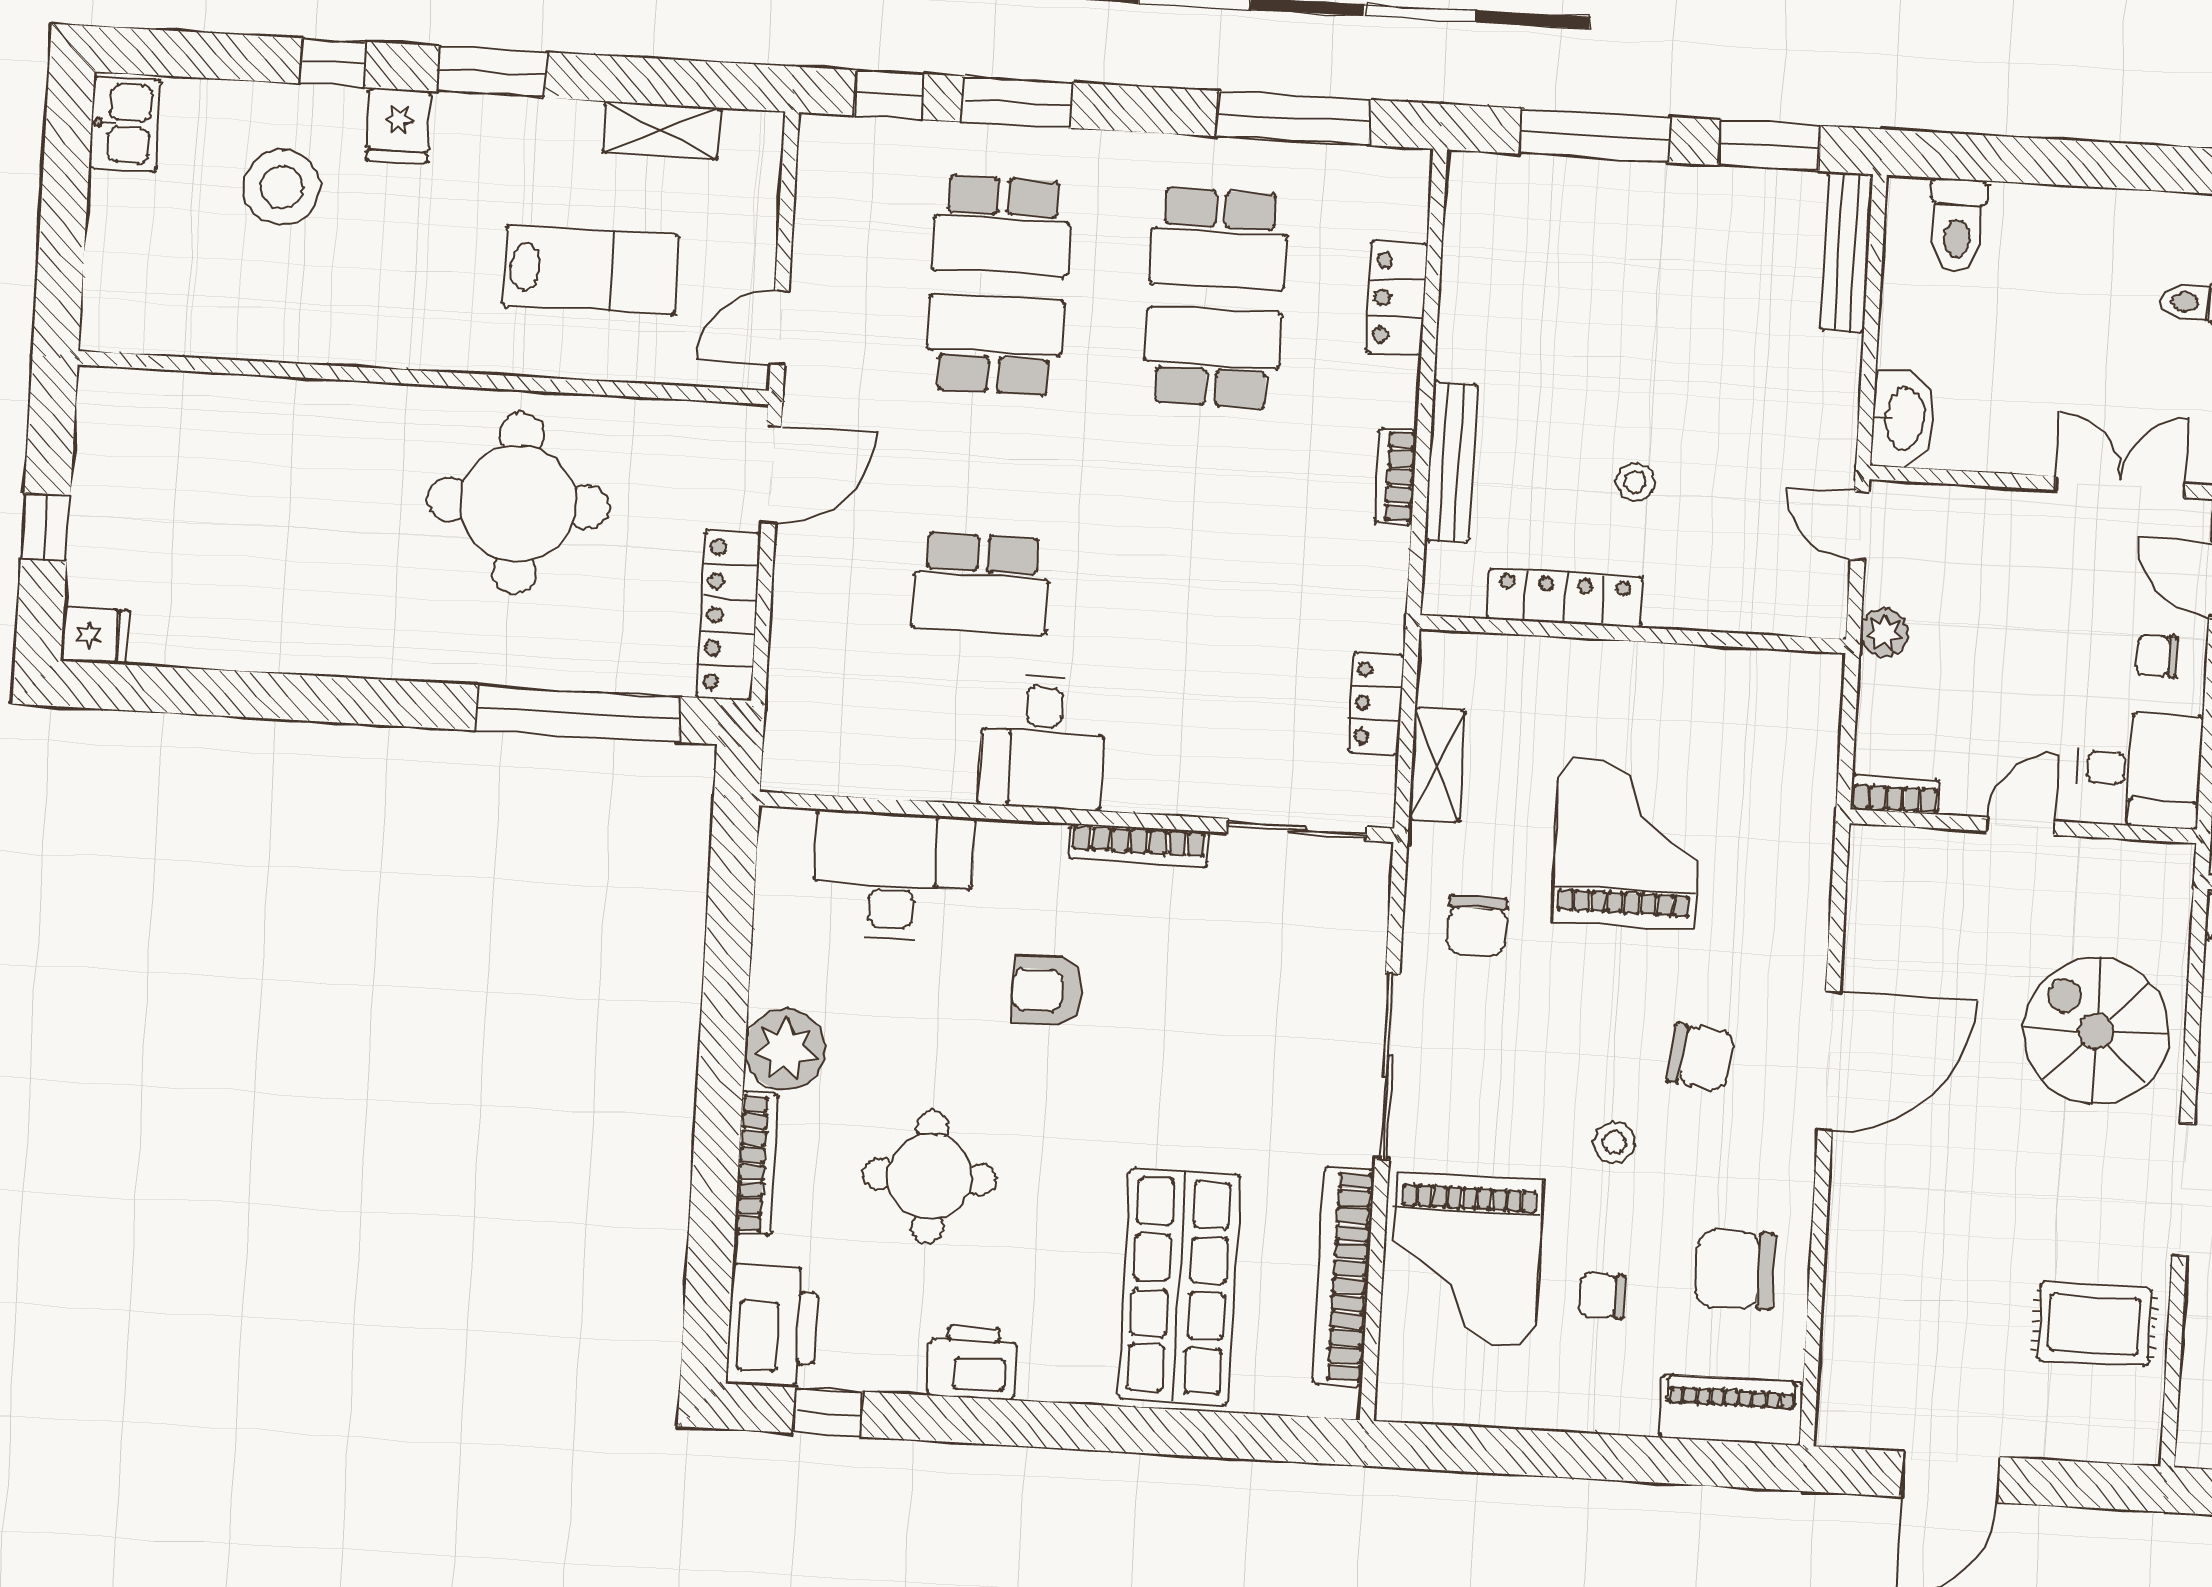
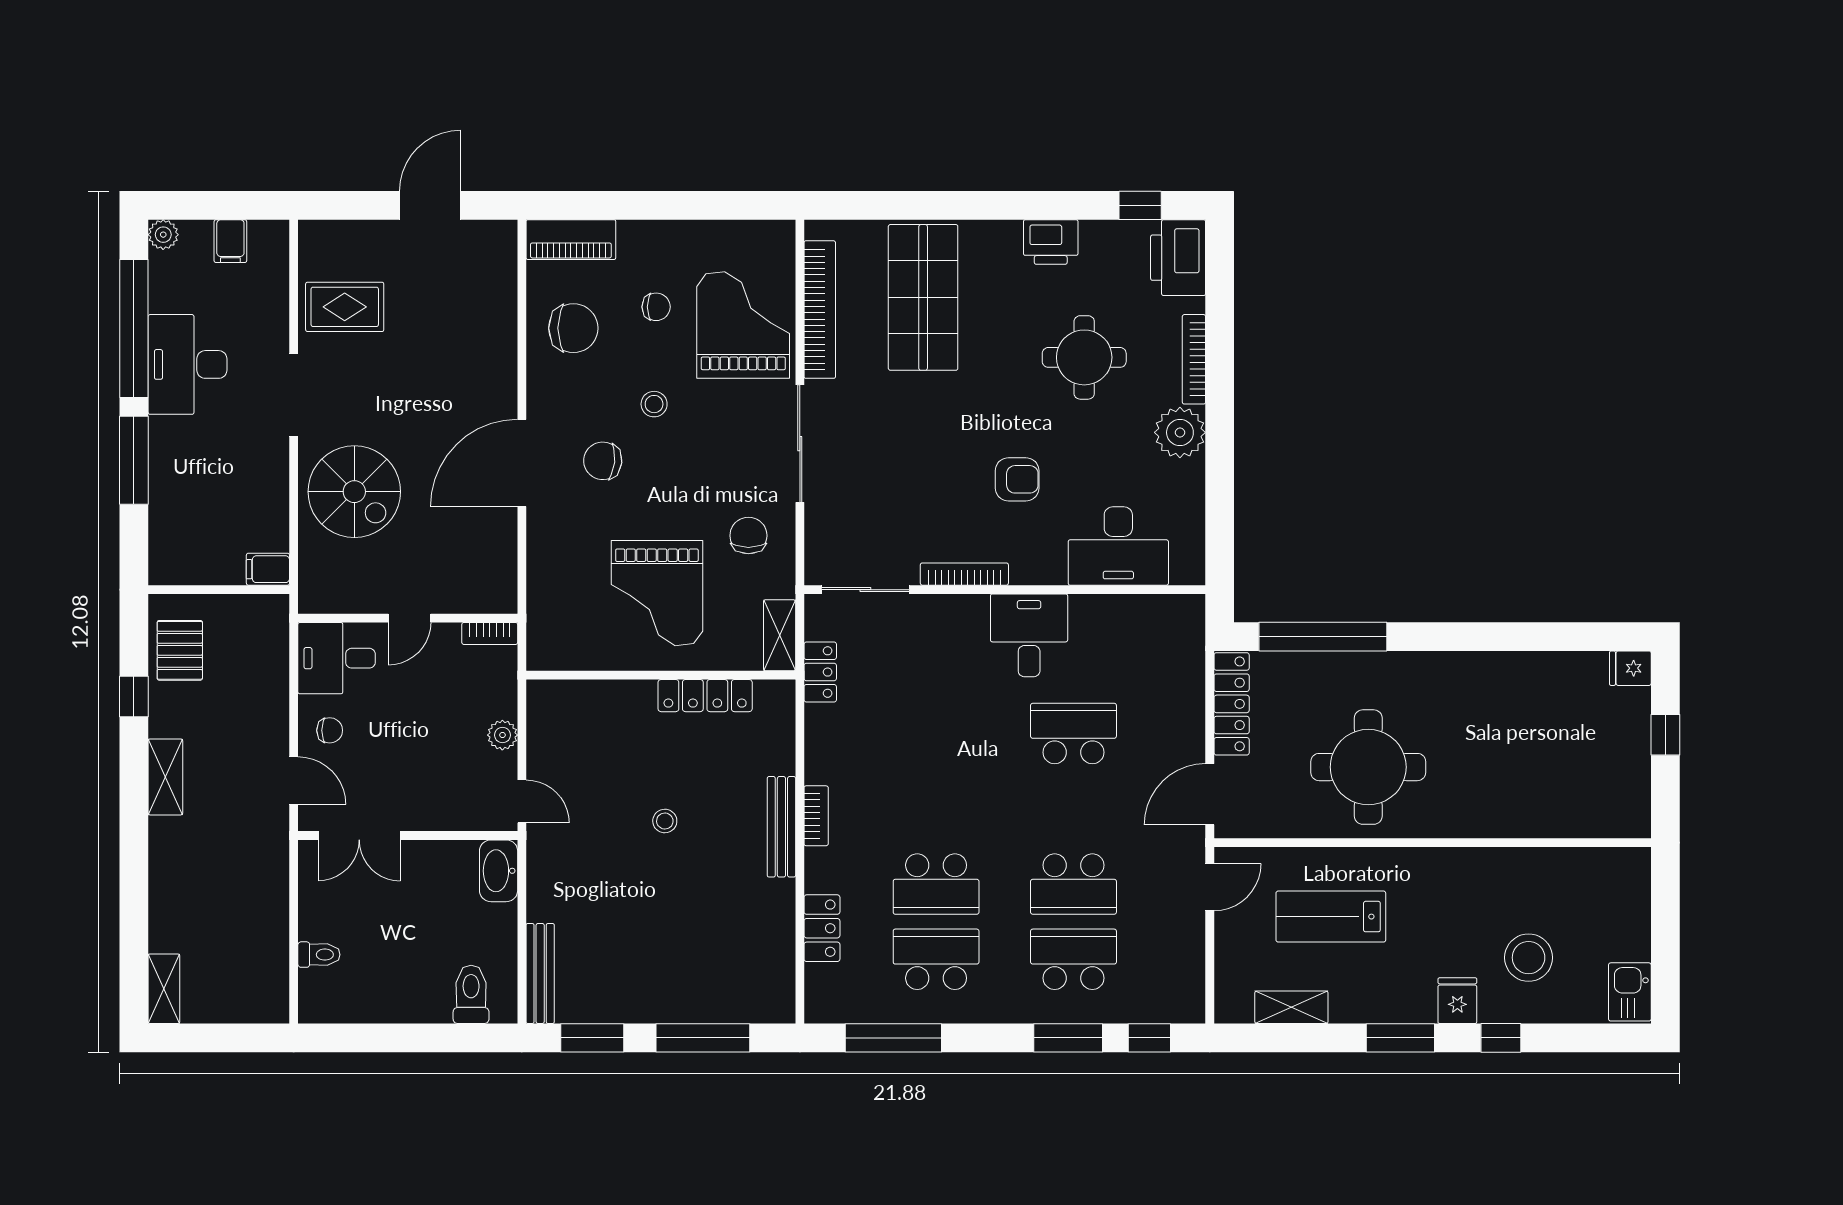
locker: (1565, 598) -> (705, 696), moved
wall: (1633, 634) -> (661, 675), moved

